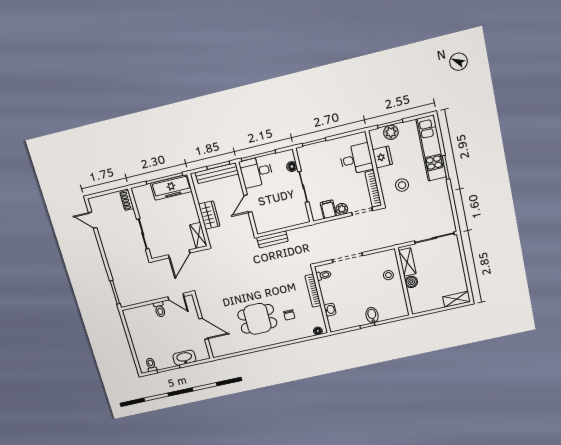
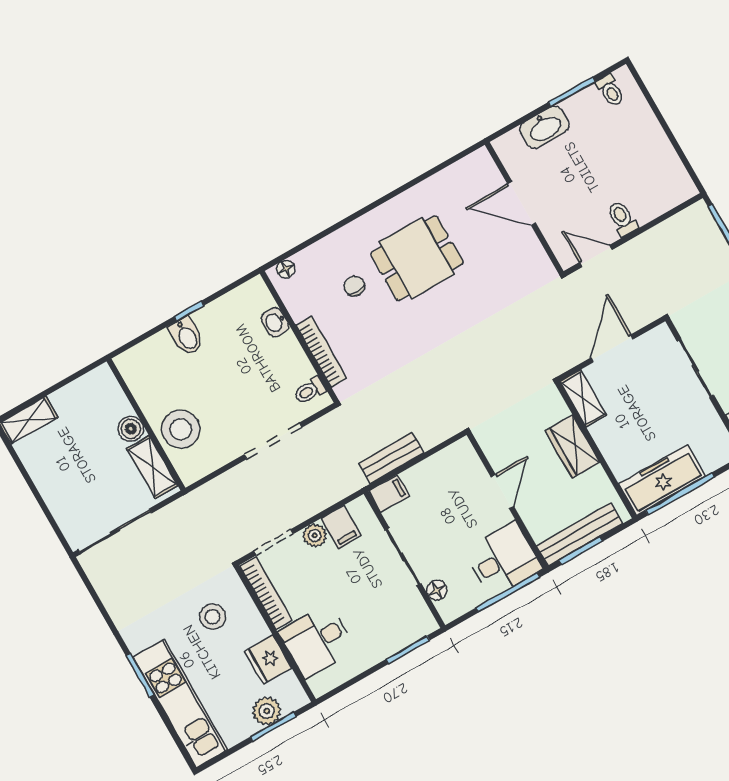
filing cabinet: (301, 218) -> (389, 494), added
bench: (272, 239) -> (391, 458), moved
stool: (388, 275) -> (181, 429), width x1.89, depth x1.89

